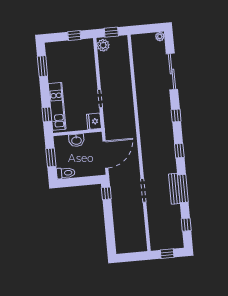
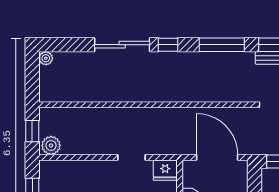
sliding door: (172, 71) -> (122, 45), moved
window: (179, 151) -> (222, 45), width x2.17

